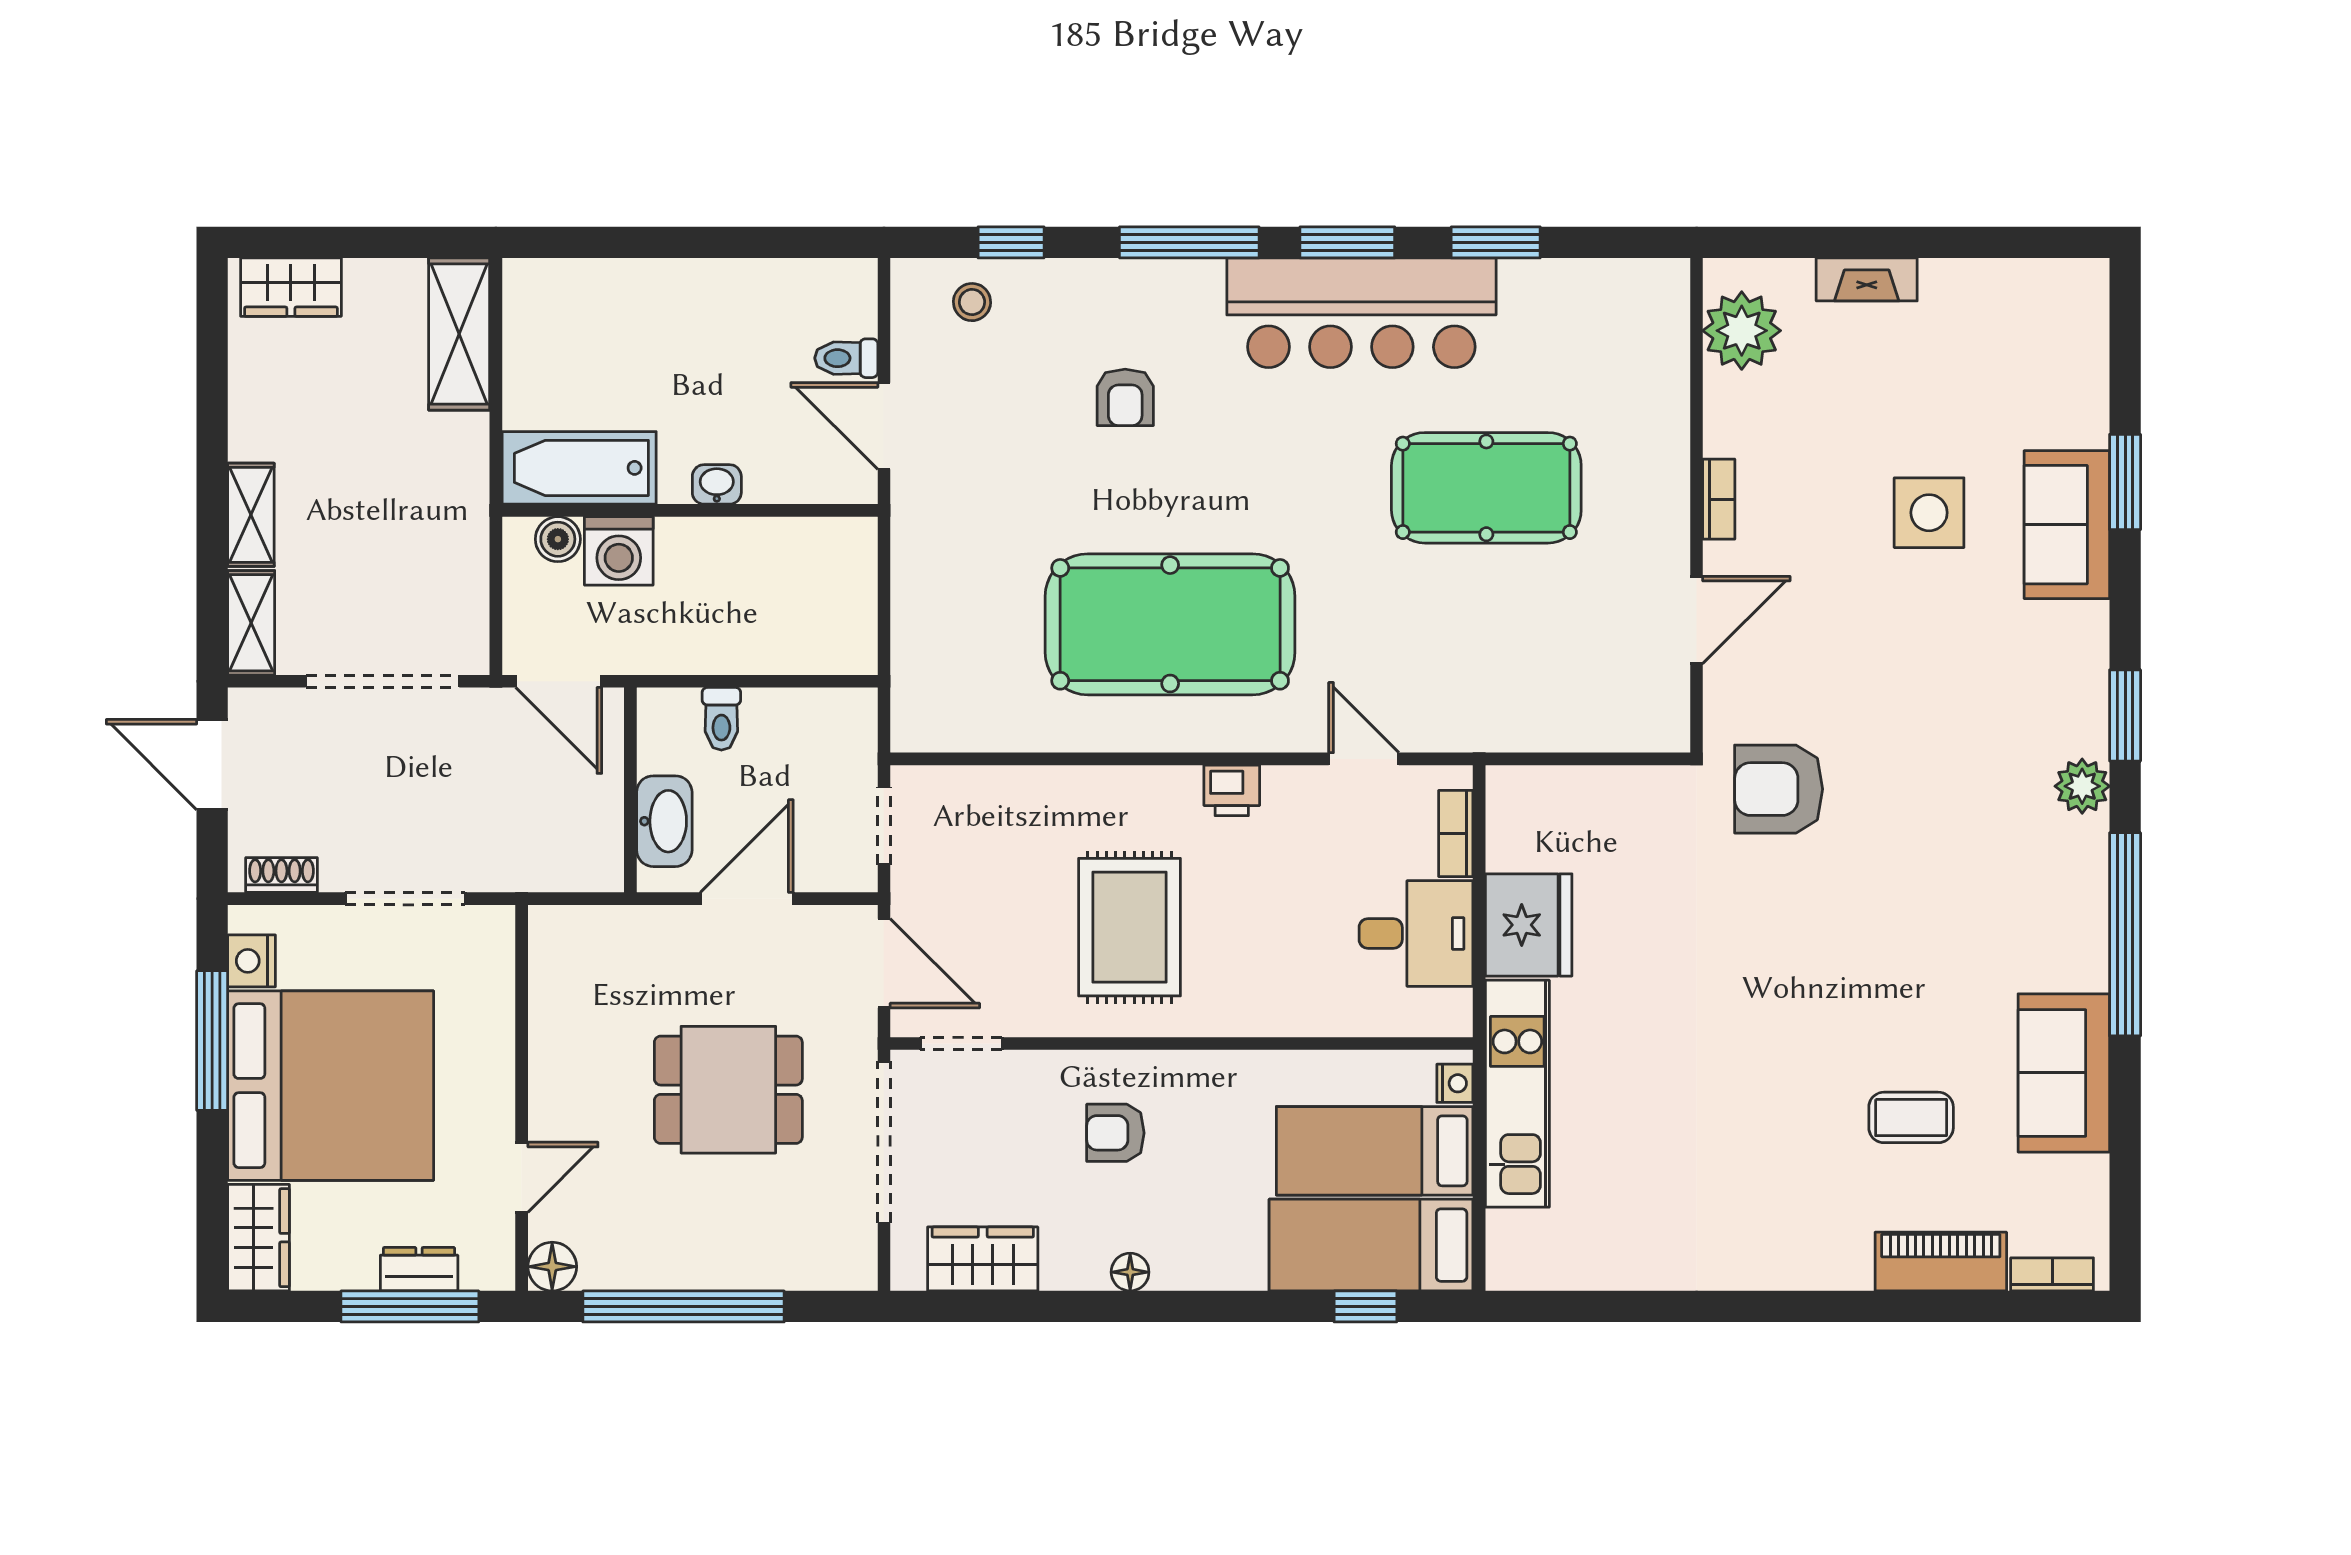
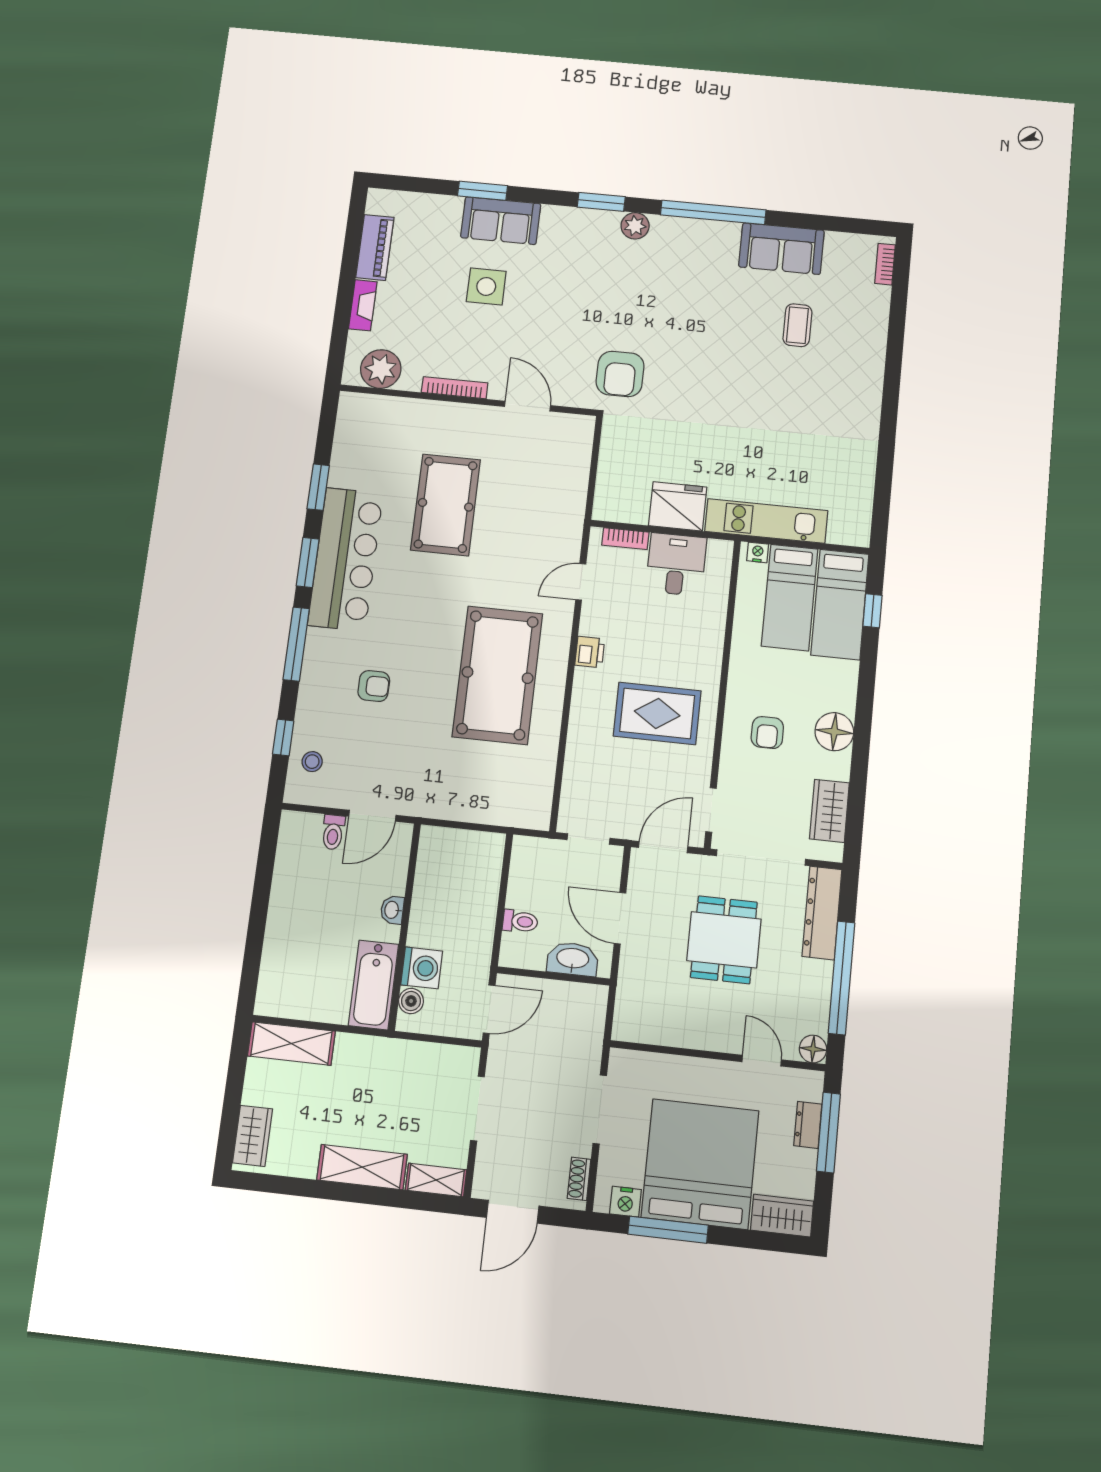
bookcase: (1719, 499) -> (455, 388), width x1.56
shelving: (251, 515) -> (362, 1167), width x1.50, depth x1.33
doorway: (383, 681) -> (477, 1109), width x0.73
dresser: (796, 1262) -> (822, 913), added
piano: (1941, 1262) -> (375, 247), moved, turned 180
floor lamp: (1130, 1272) -> (834, 732), width x1.89, depth x1.89

